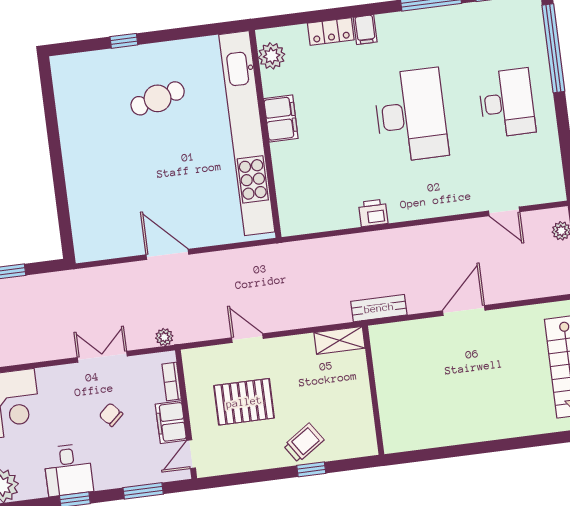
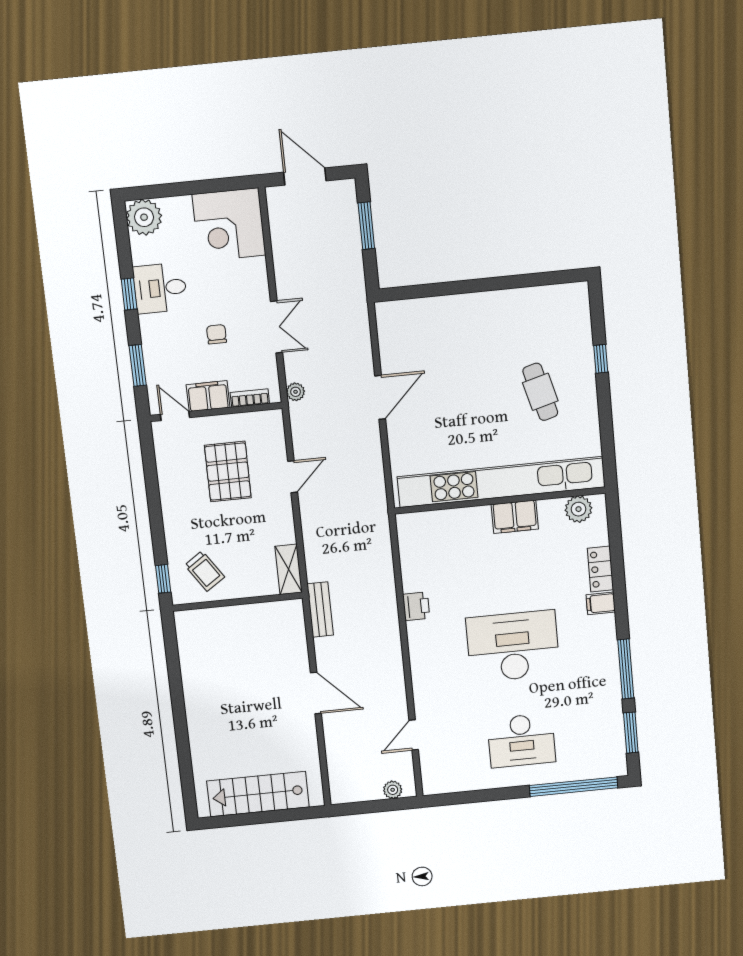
desk: (411, 115) -> (513, 646), turned 180
chair: (111, 415) -> (217, 334), turned -48
trolley: (304, 443) -> (205, 571), moved
window: (311, 469) -> (163, 579), moved

